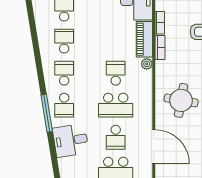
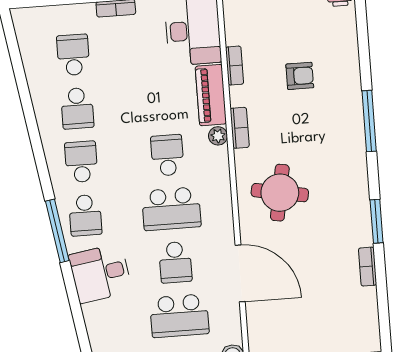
school desk: (64, 41) -> (77, 108), turned 180
bookcase: (160, 47) -> (240, 128), moved

